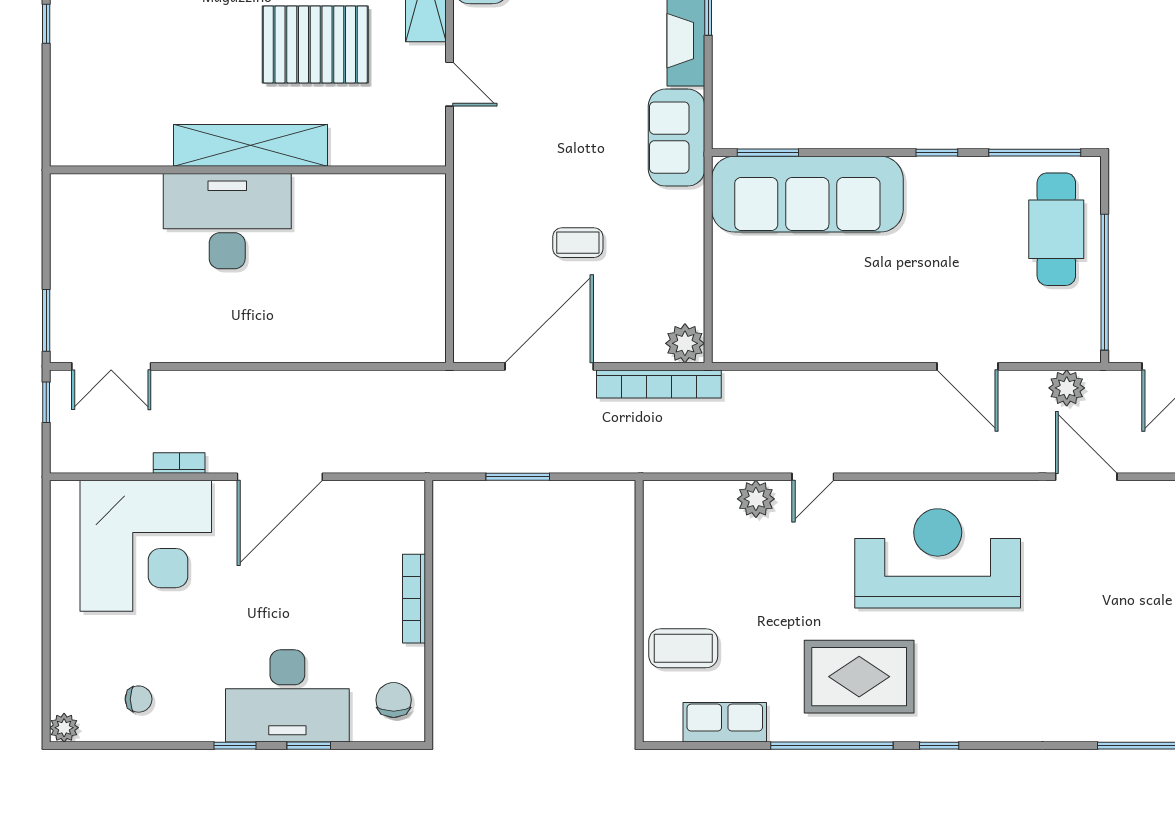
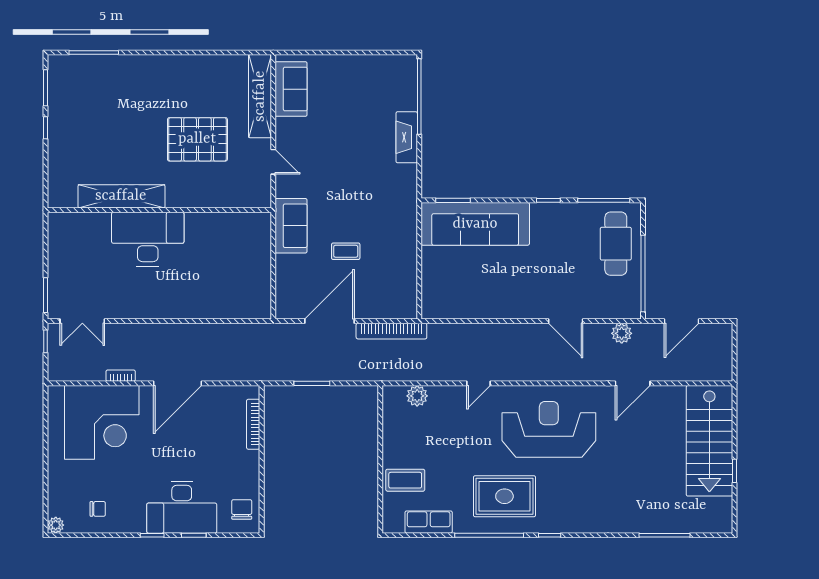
sofa: (677, 138) -> (291, 226), moved, turned 180
shelving: (251, 145) -> (121, 196), moved
plant: (685, 343) -> (406, 308), removed
door: (1086, 477) -> (633, 383), swing flipped
plant: (756, 499) -> (417, 396), moved
bookcase: (414, 599) -> (253, 424), moved

